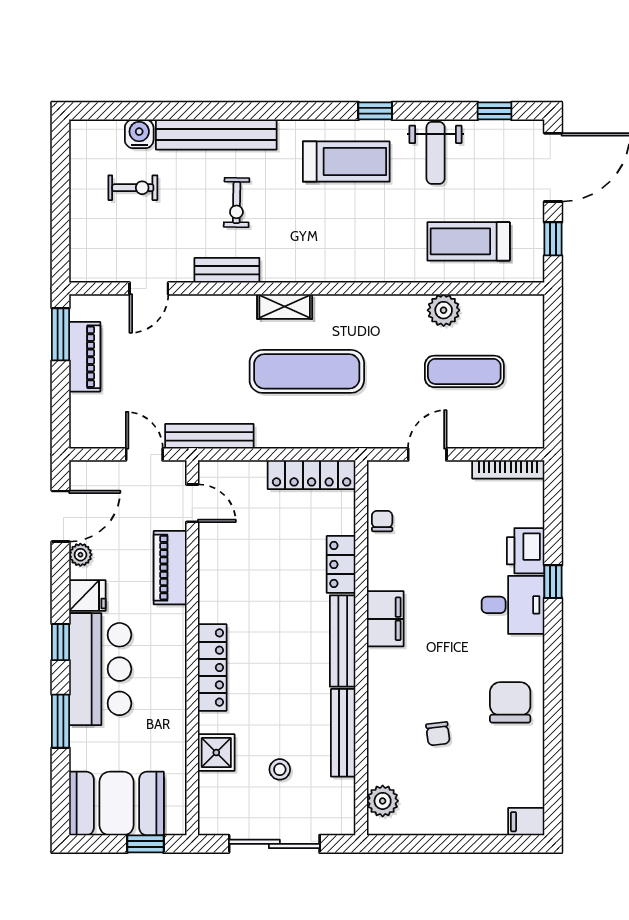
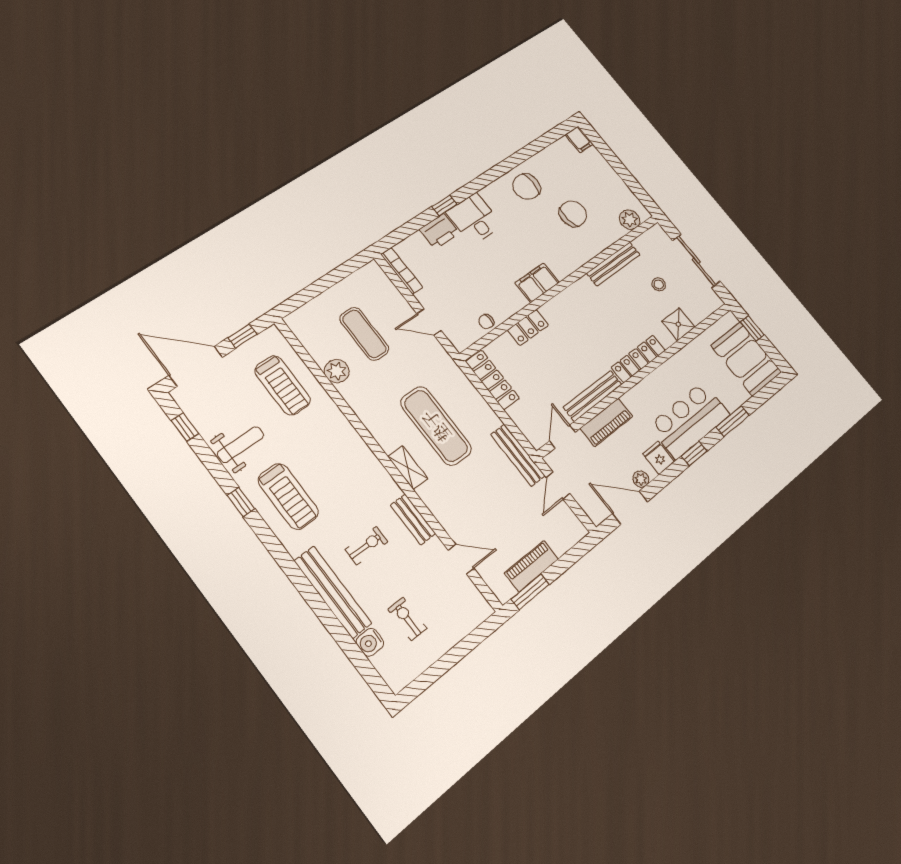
treadmill: (346, 162) -> (288, 496), turned 180
bench: (343, 641) -> (593, 396), moved
chair: (438, 734) -> (573, 214), width x1.87, depth x1.87

